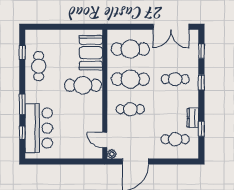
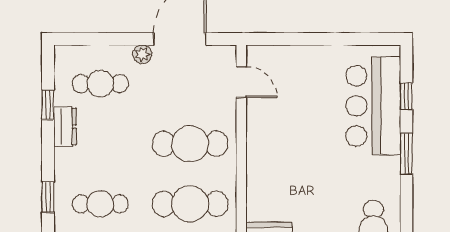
cafe table: (83, 85) -> (285, 191), removed
cafe table: (130, 109) -> (190, 144), width x1.37, depth x1.35
plant: (112, 154) -> (142, 54), moved

